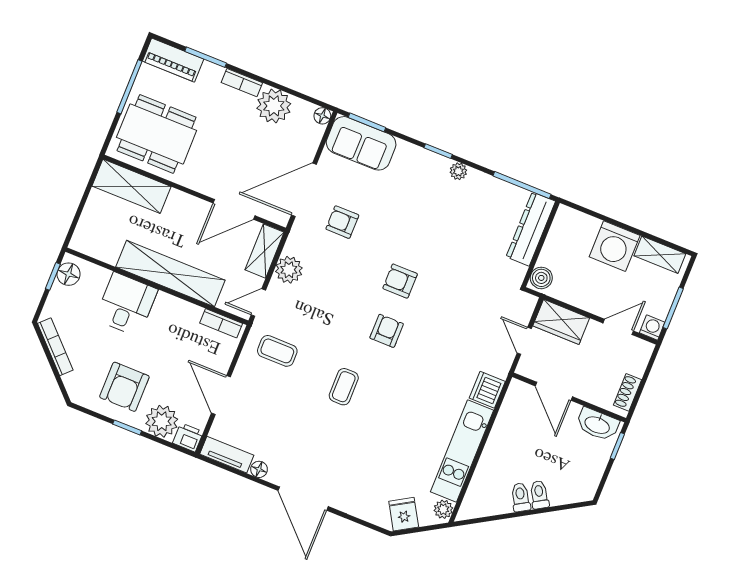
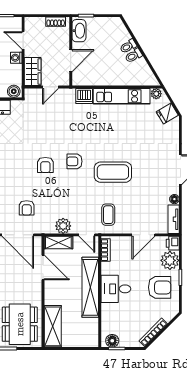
desk: (126, 304) -> (116, 289), moved
washing machine: (652, 327) -> (16, 58), moved
coffee table: (344, 387) -> (113, 172), width x1.86, depth x1.72

